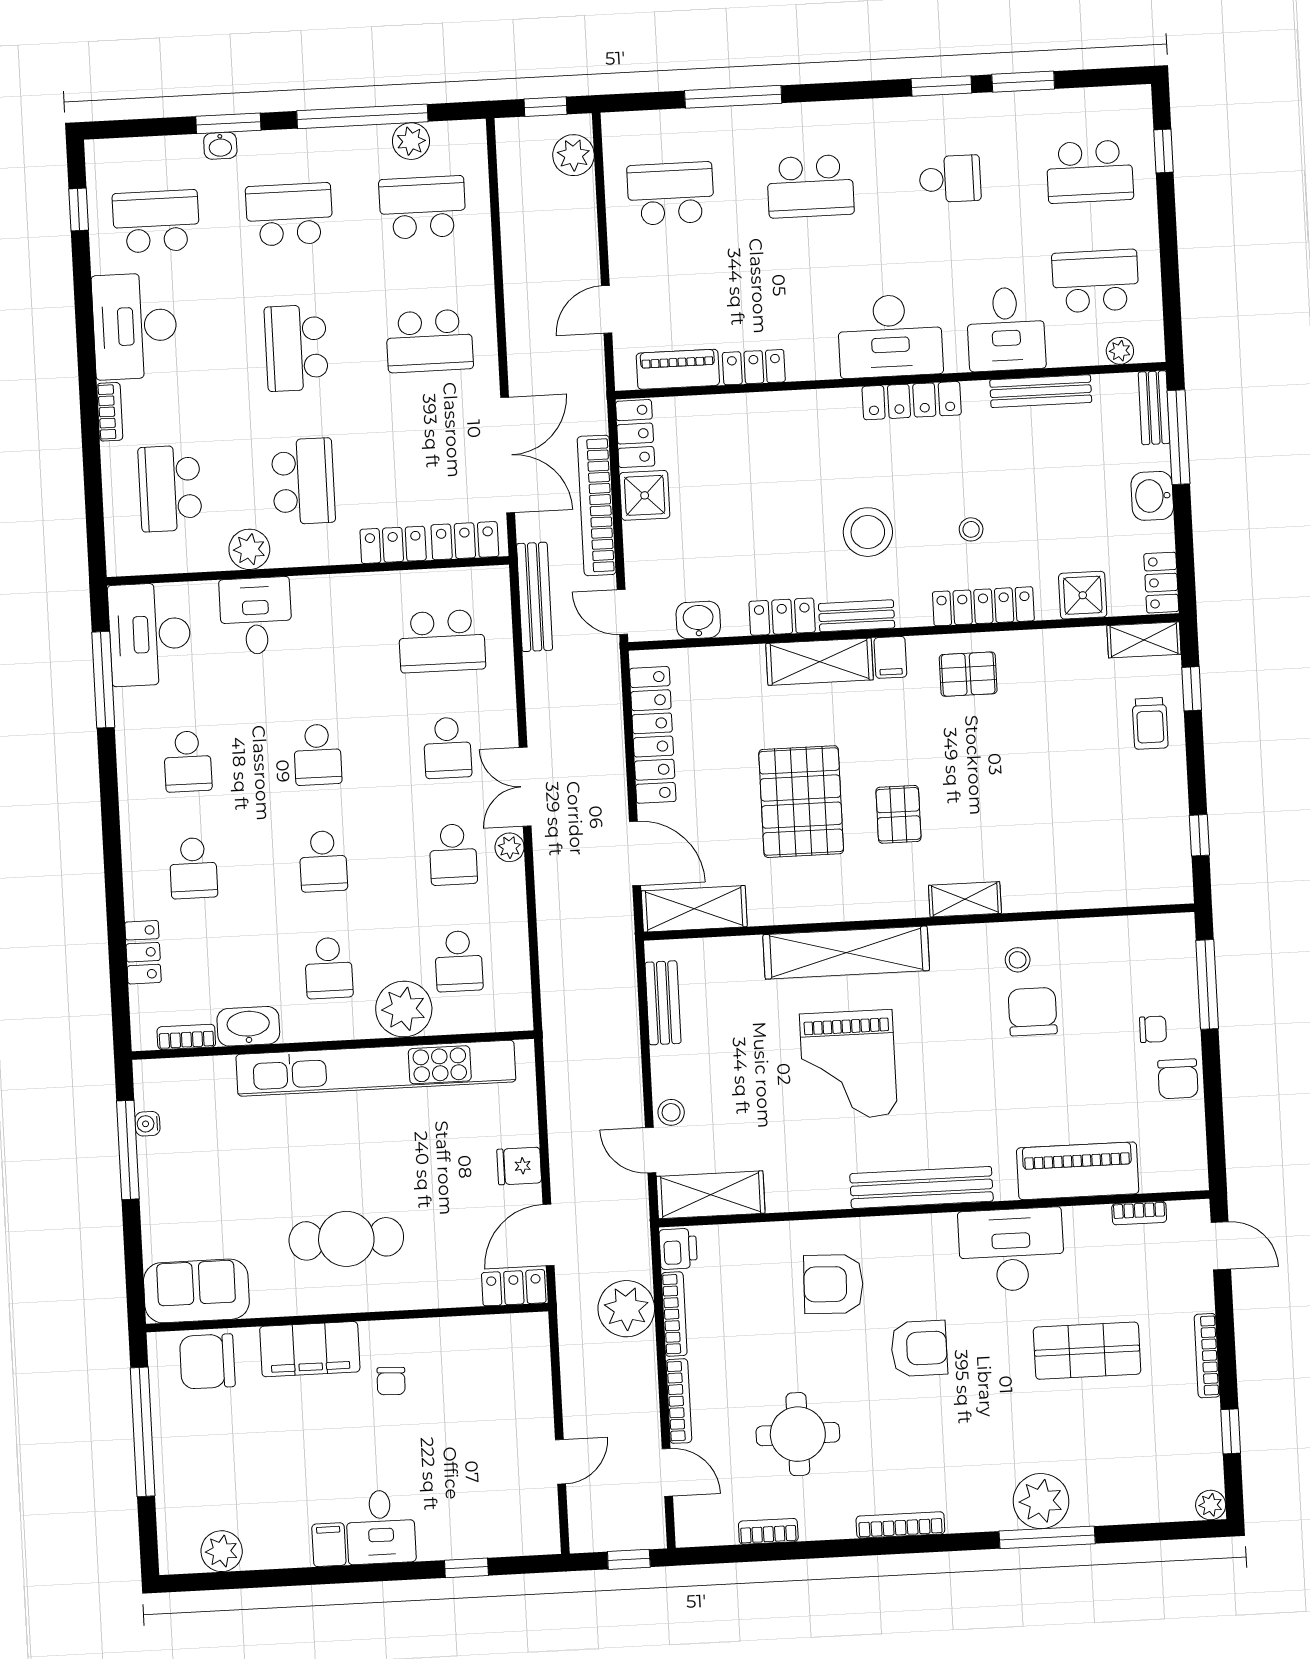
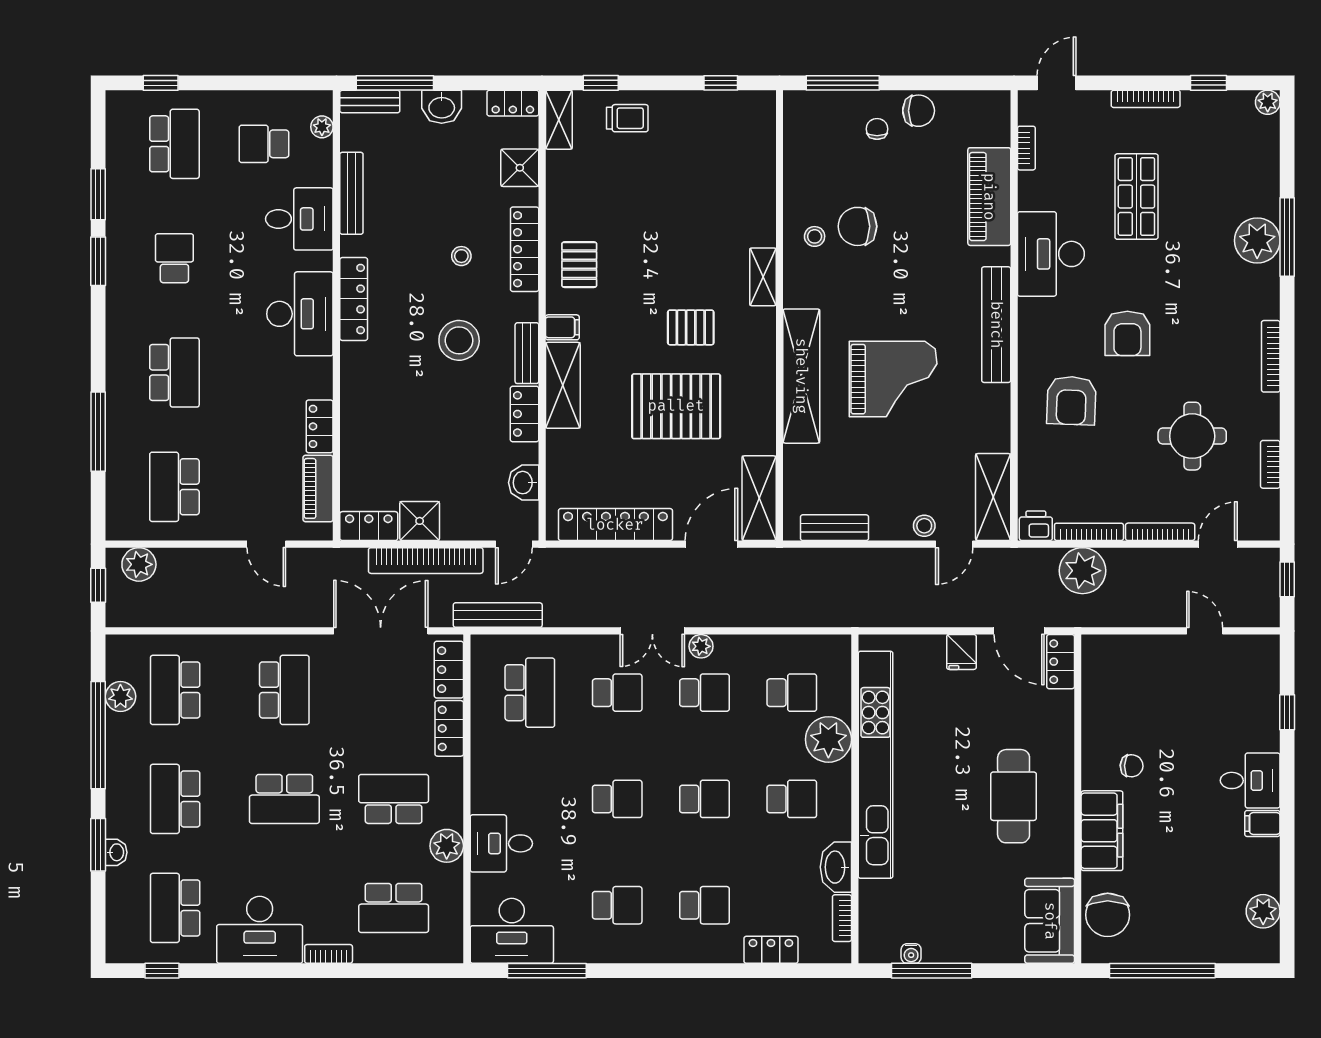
school desk: (1095, 281) -> (264, 144), width x0.54
armchair: (919, 1348) -> (1127, 333), turned 180

